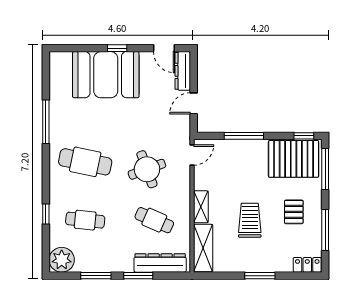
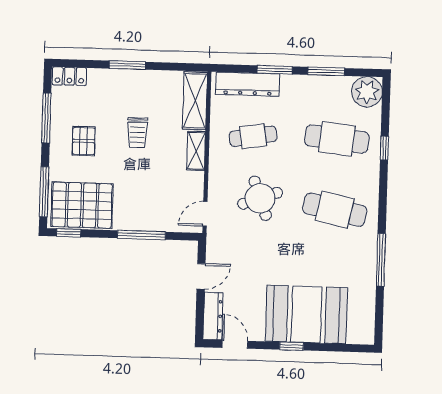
cafe table: (85, 220) -> (337, 139), width x1.37, depth x1.35
cafe table: (154, 220) -> (253, 136), turned -33
trolley: (250, 220) -> (137, 133), width x0.73, depth x0.72

